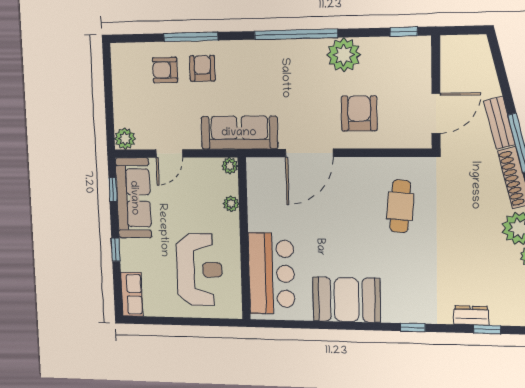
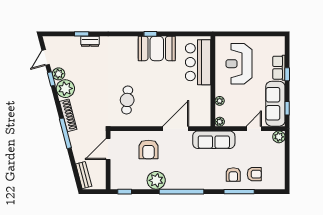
bench: (500, 123) -> (84, 175), moved
row of seats: (132, 294) -> (279, 68), moved
window: (413, 327) -> (150, 34), moved

